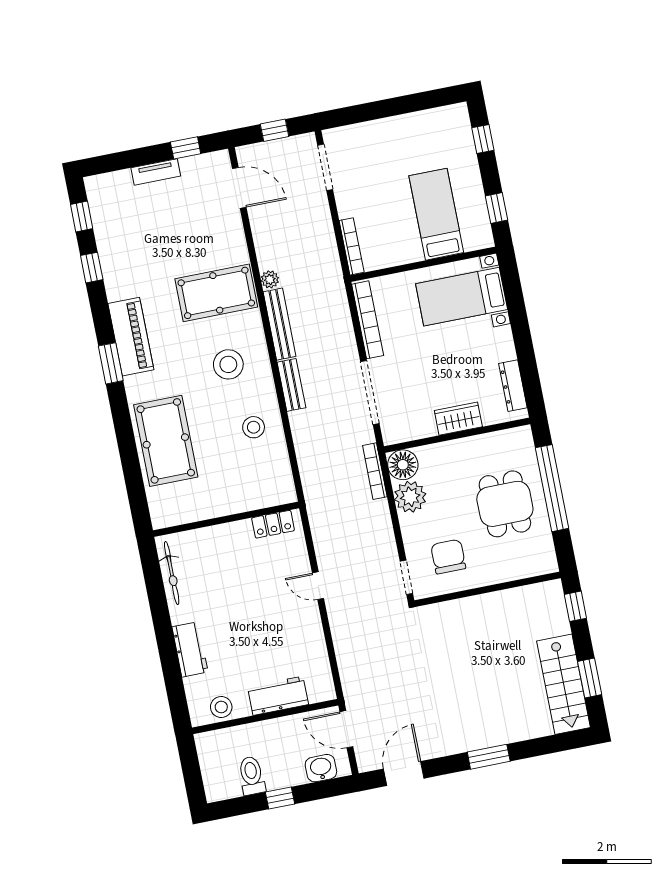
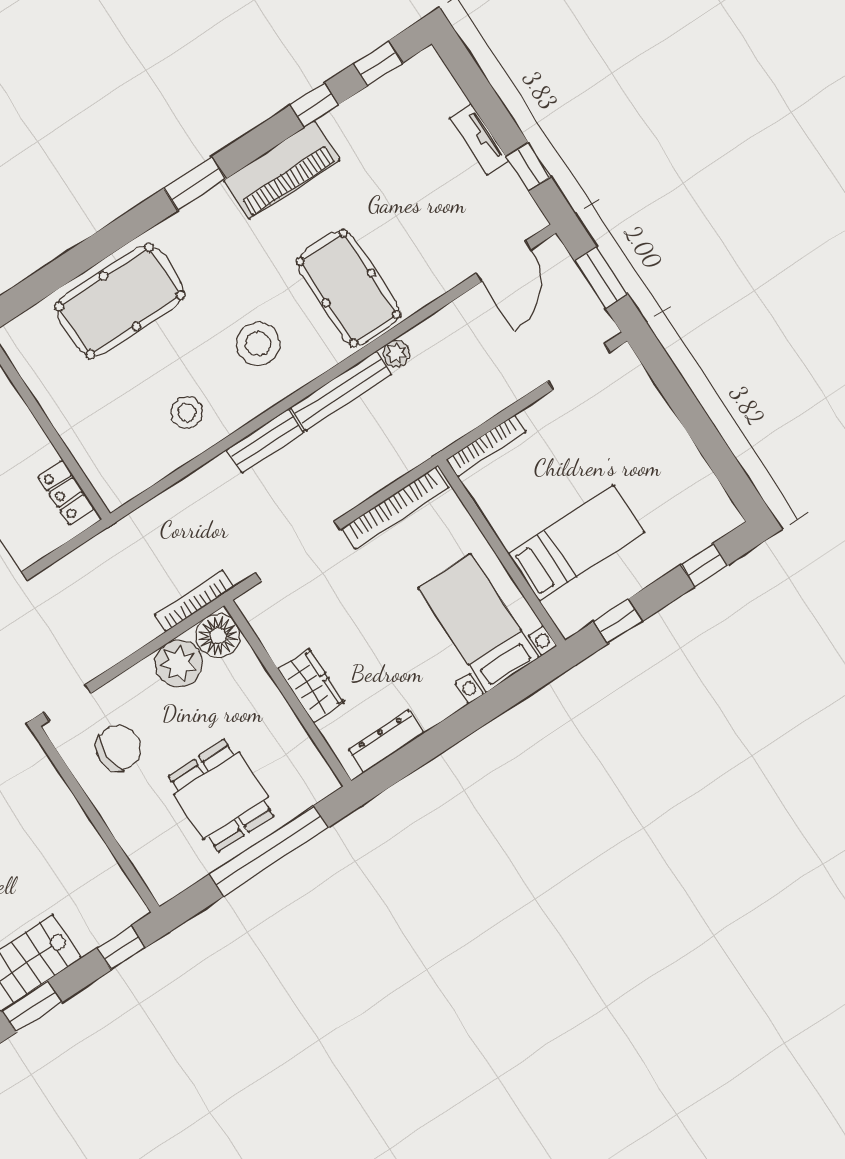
window: (275, 130) -> (601, 278), width x1.50
piano: (131, 337) -> (282, 170), moved
dining table: (505, 504) -> (221, 796), turned 90

